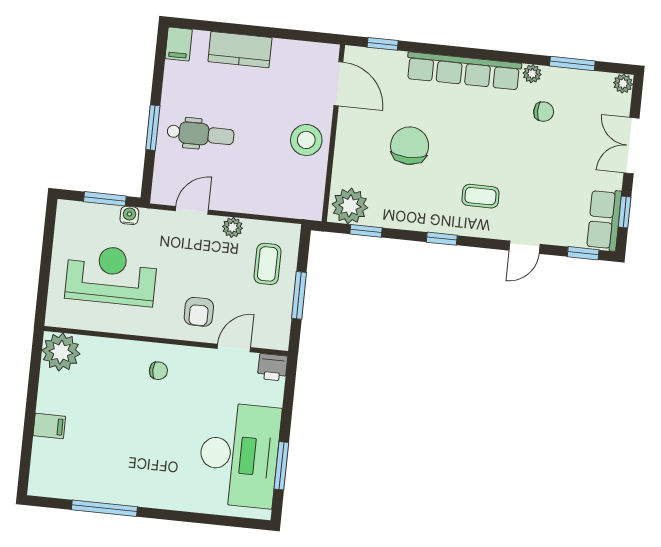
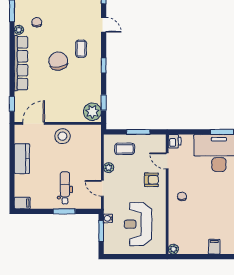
kitchen counter: (240, 50) -> (22, 159), moved
chair: (410, 146) -> (58, 61), moved, turned 81
plant: (61, 352) -> (173, 249), width x0.53, depth x0.53

